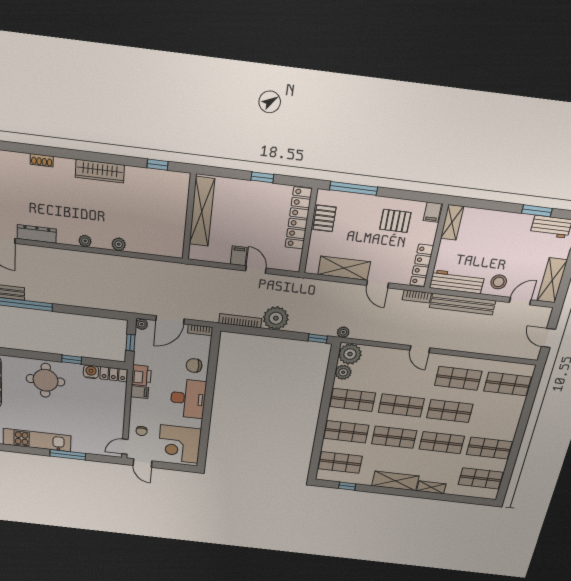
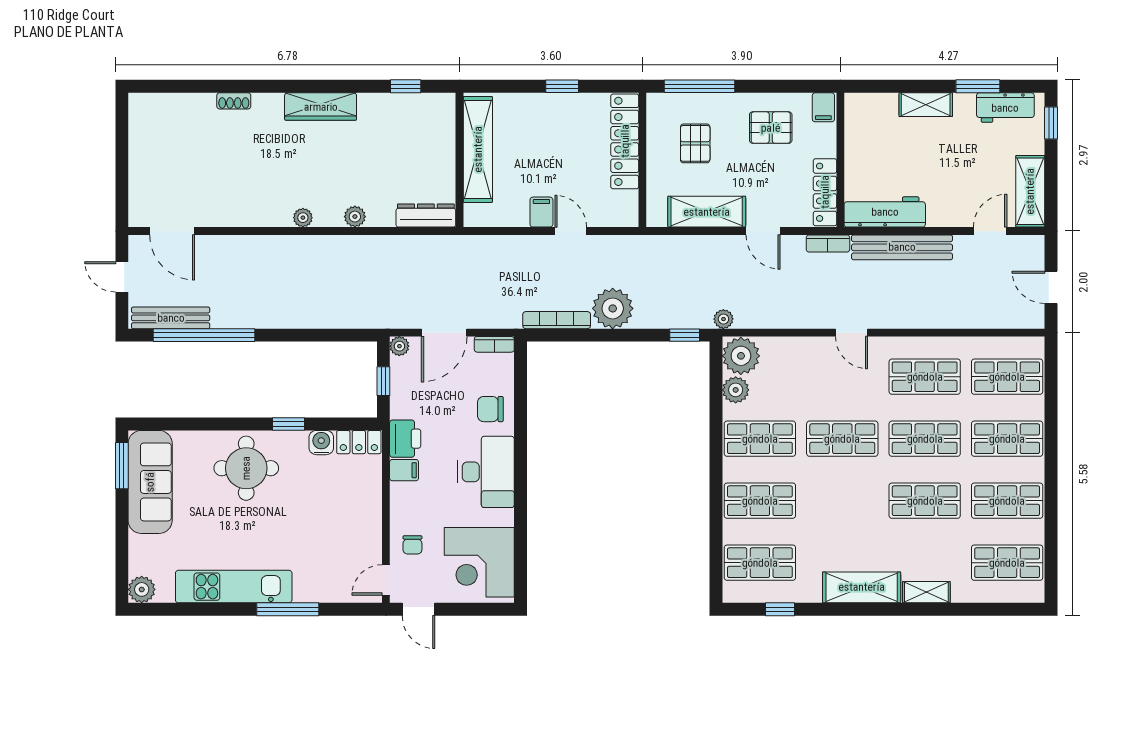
pallet: (324, 218) -> (695, 143), moved
shelving: (452, 222) -> (926, 105), moved, turned 90
dresser: (37, 234) -> (426, 216), moved
stool: (499, 282) -> (949, 204), removed
shop shelf: (394, 437) -> (1007, 439), moved

